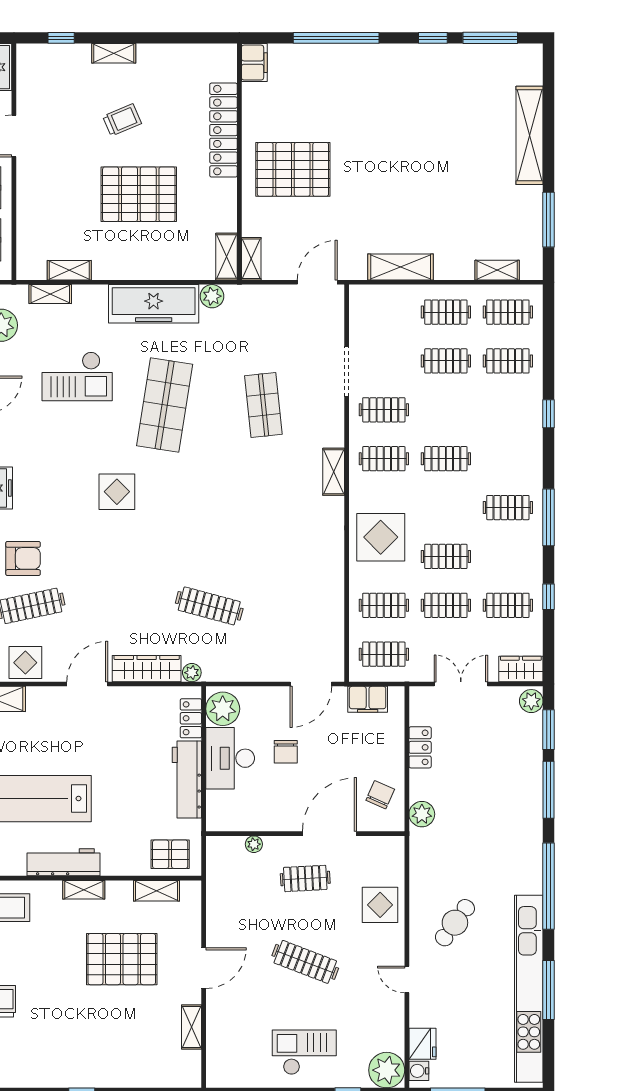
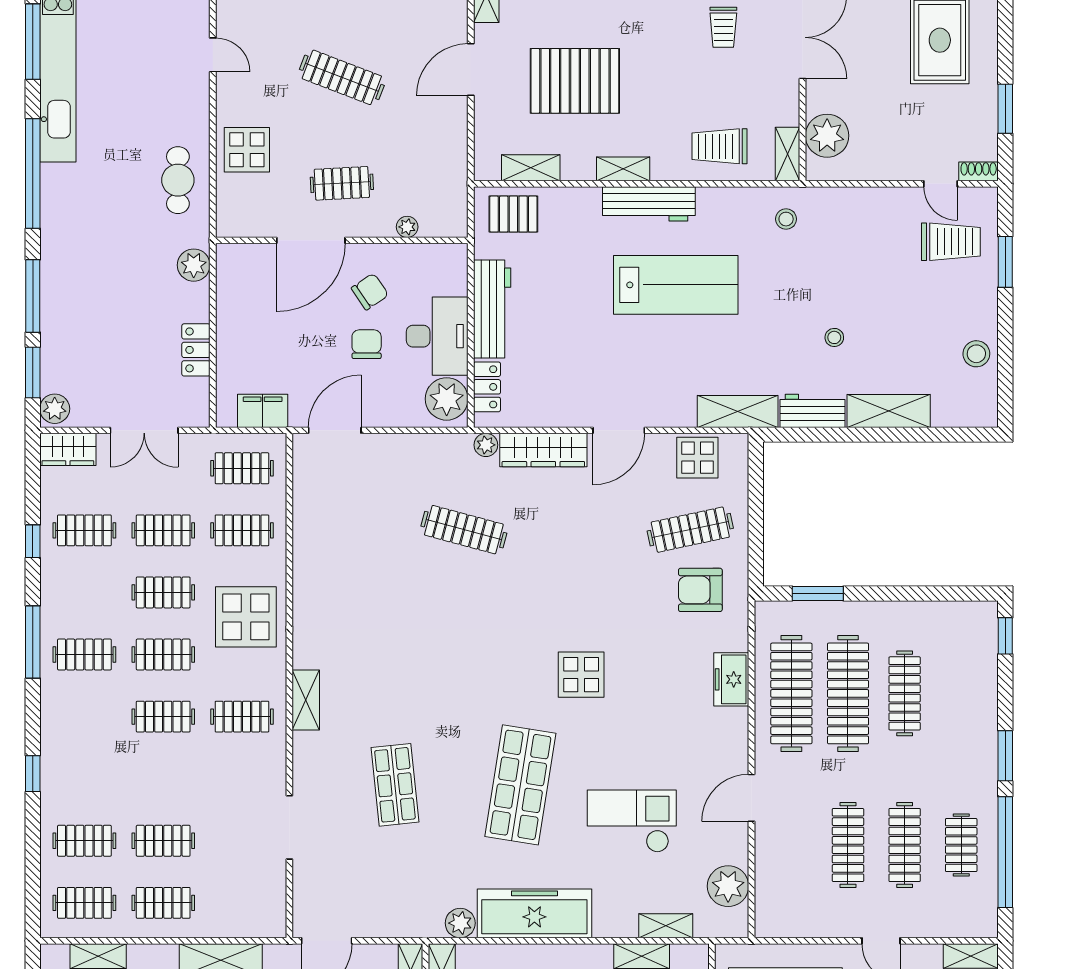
clothes rail: (384, 410) -> (163, 655), moved
chair: (380, 795) -> (370, 292), moved, turned -148
cafe table: (455, 923) -> (178, 180), moved, turned -36

